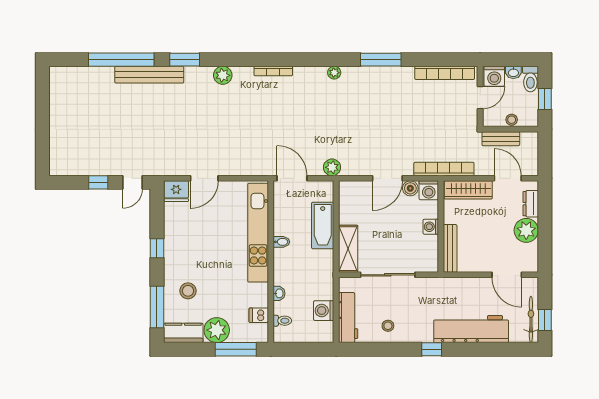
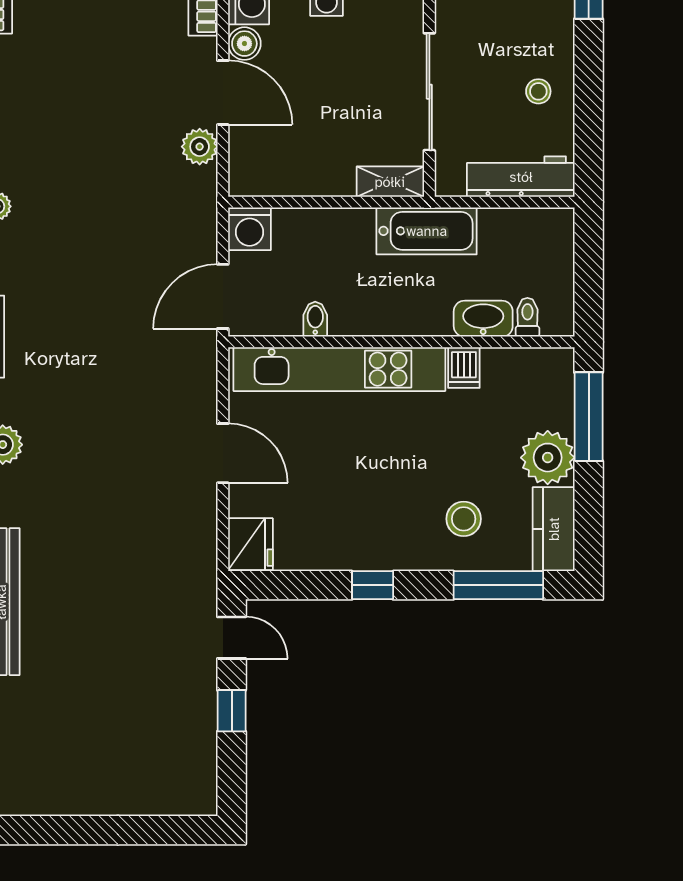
plant: (332, 167) -> (200, 147), moved
door: (204, 178) -> (223, 453), moved
bathtub: (323, 225) -> (427, 231), moved
bidet: (281, 242) -> (315, 319), moved
shelving: (348, 249) -> (390, 182), width x0.67, depth x0.75
washbasin: (279, 293) -> (483, 319), width x1.91, depth x1.45
washing machine: (324, 311) -> (250, 229), moved
dishwasher: (259, 315) -> (464, 368), moved

